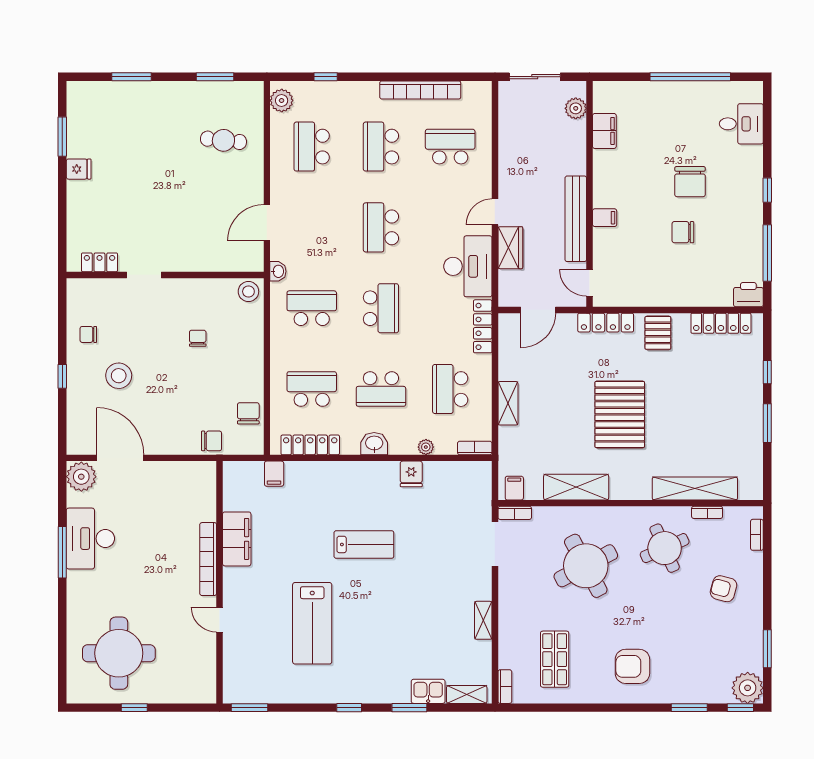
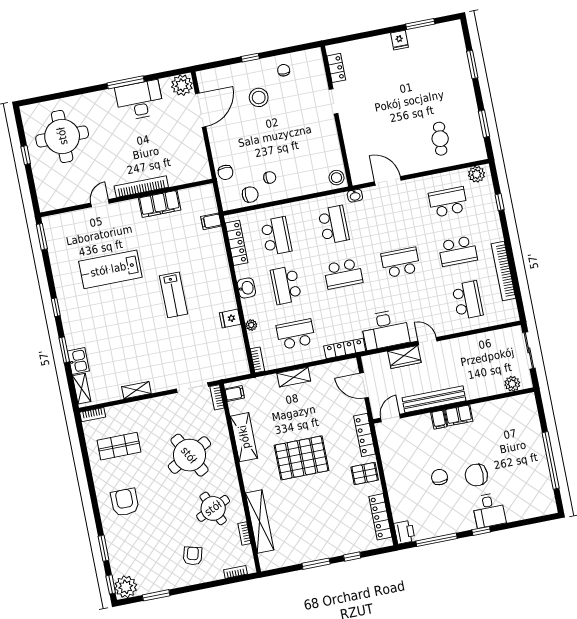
desk: (741, 124) -> (489, 510), moved
filing cabinet: (604, 131) -> (459, 415), moved
school desk: (381, 147) -> (458, 251), turned 180
chair: (198, 338) -> (270, 177), moved

